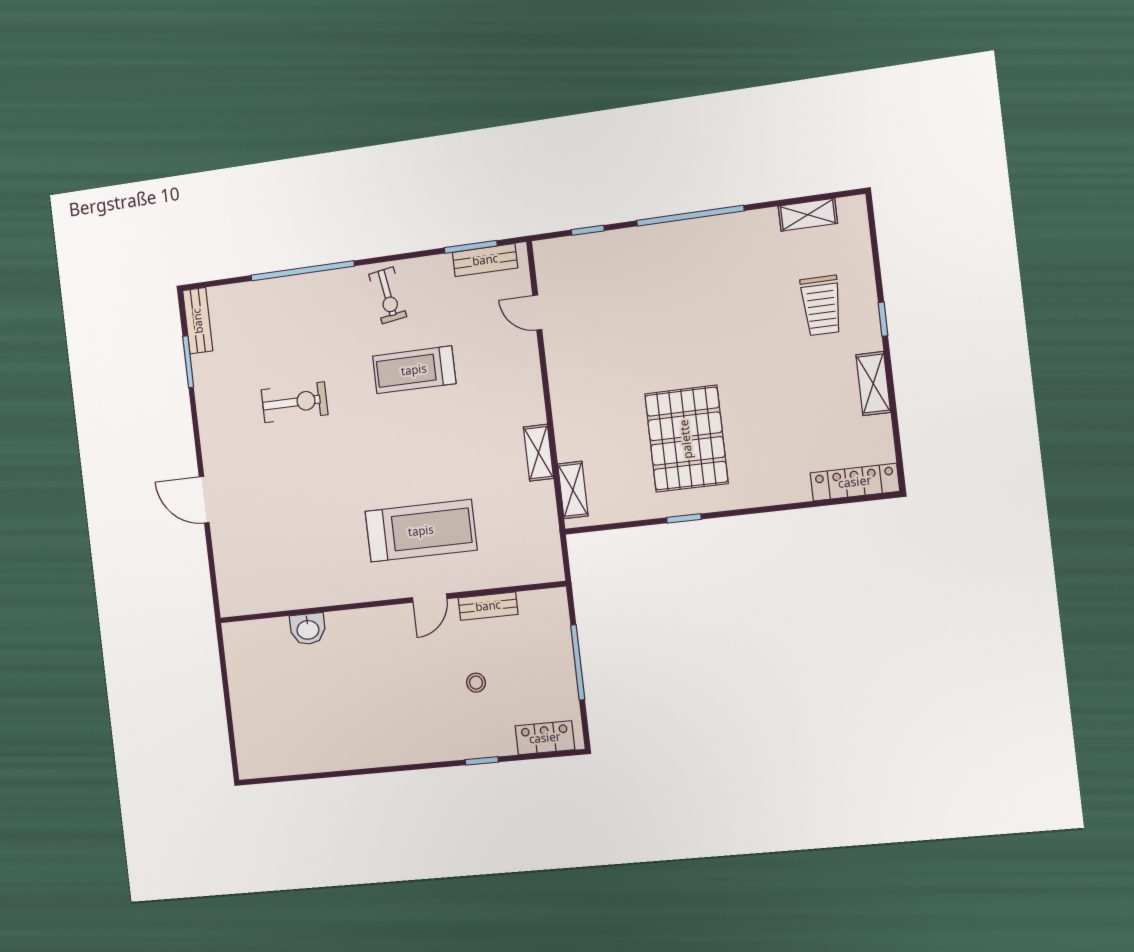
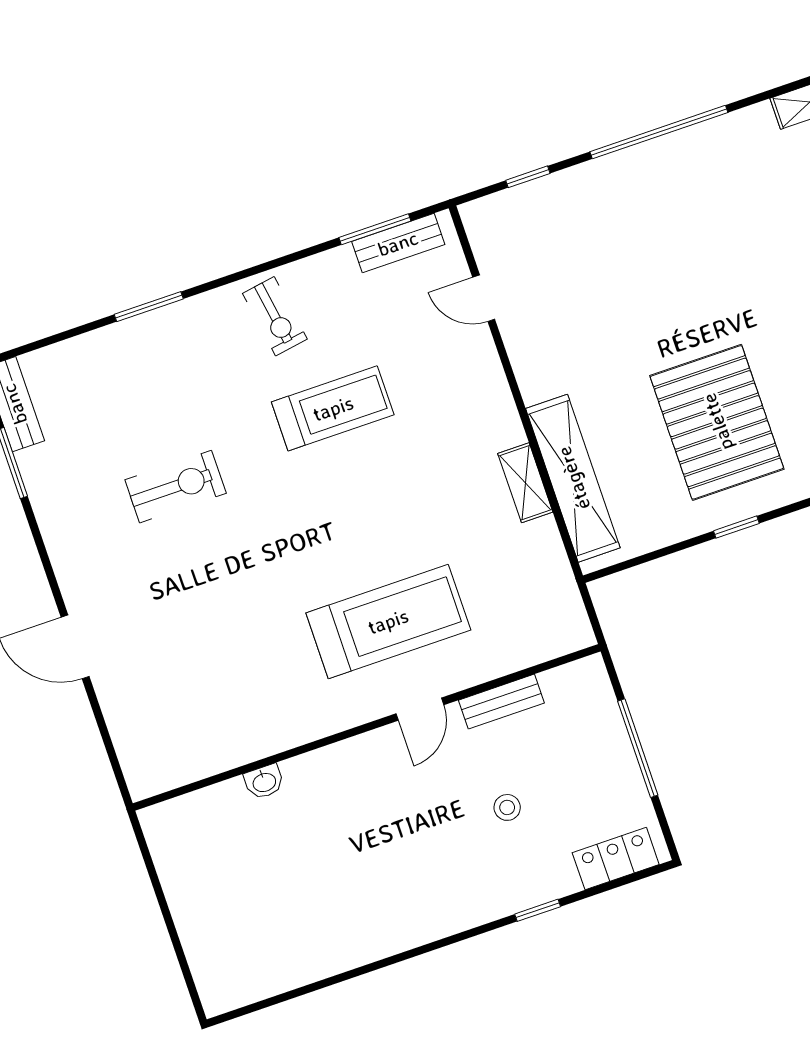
window: (303, 271) -> (149, 307), width x0.47
treadmill: (414, 370) -> (333, 408), turned 180
shelving: (573, 490) -> (573, 478), width x2.20, depth x1.33
washbasin: (308, 629) -> (264, 782), width x0.72, depth x0.69

